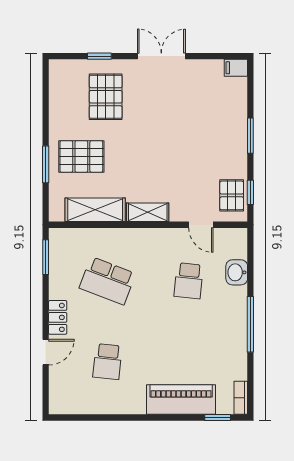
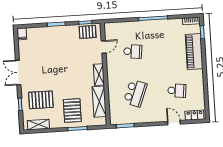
shelving: (58, 89) -> (38, 125), added
washbasin: (237, 272) -> (127, 27), removed
locker: (58, 317) -> (194, 115), moved

